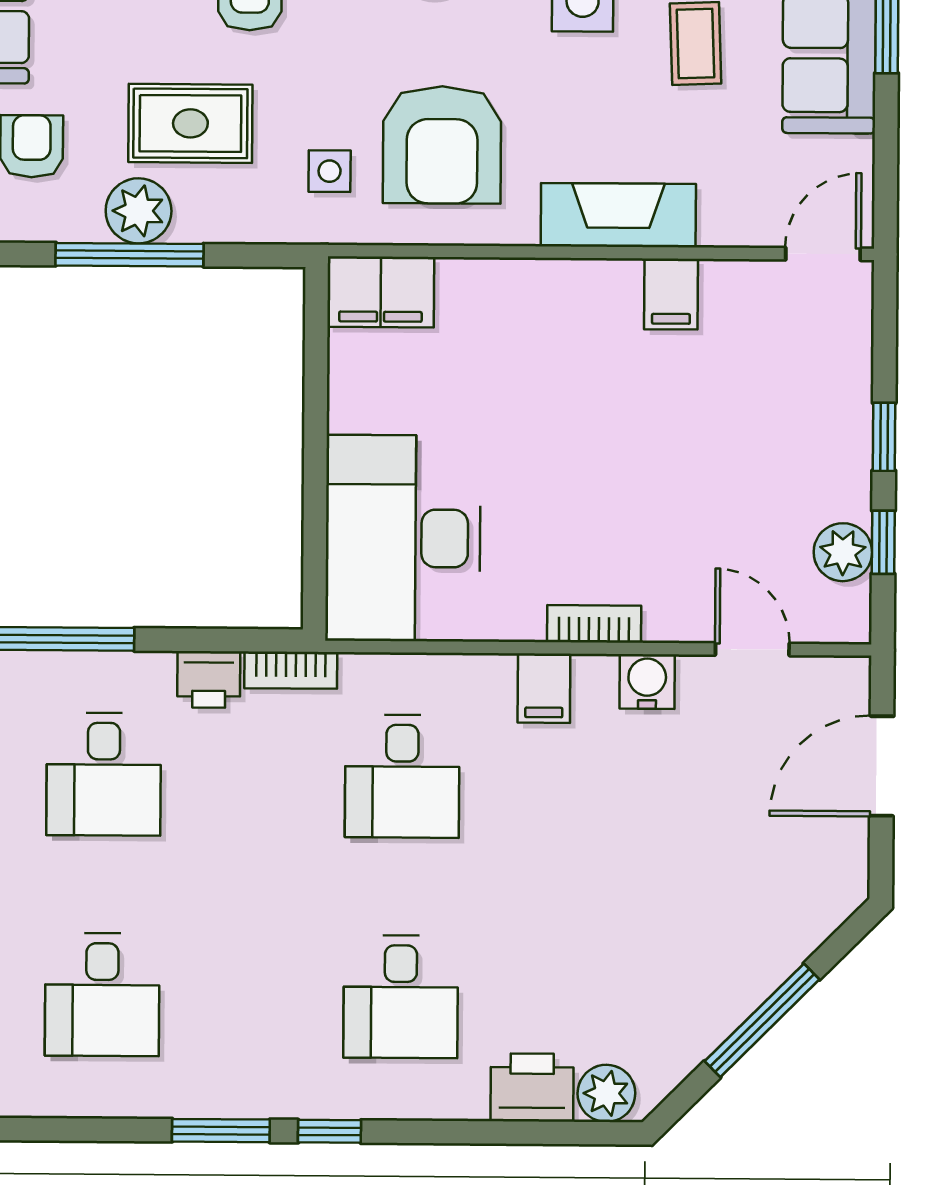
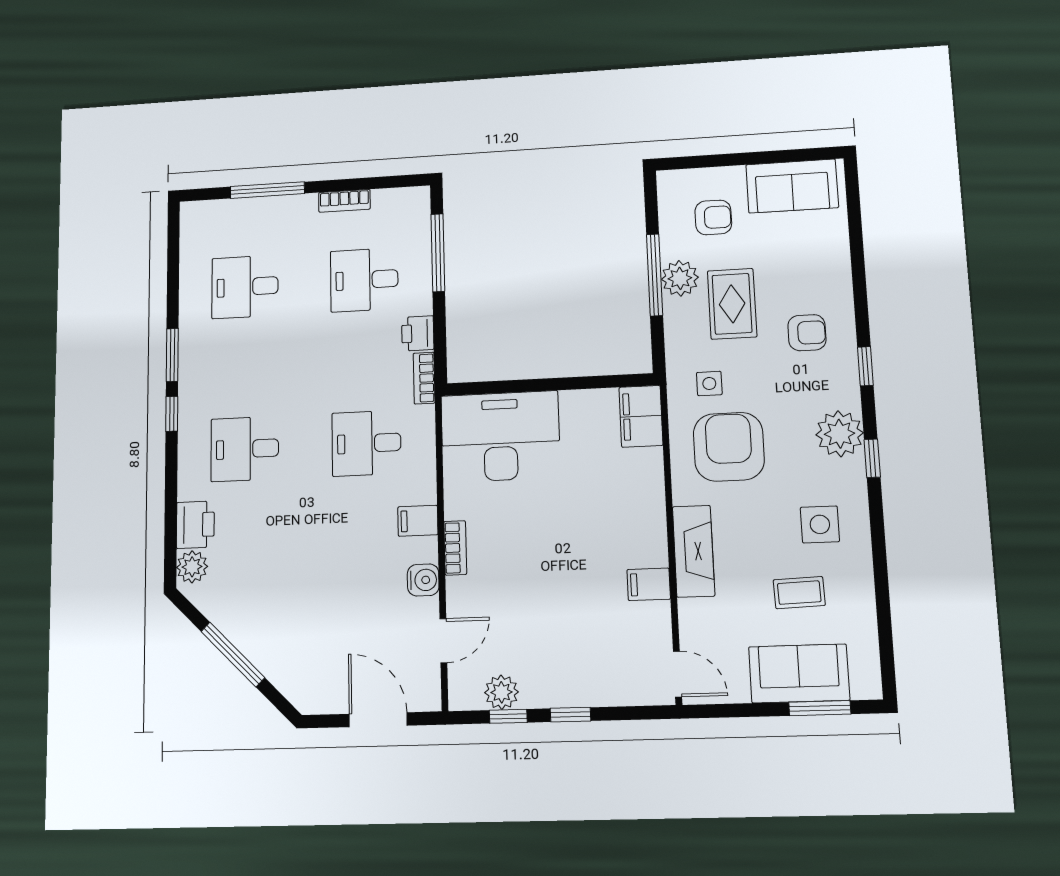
armchair: (442, 145) -> (729, 447), turned 90

